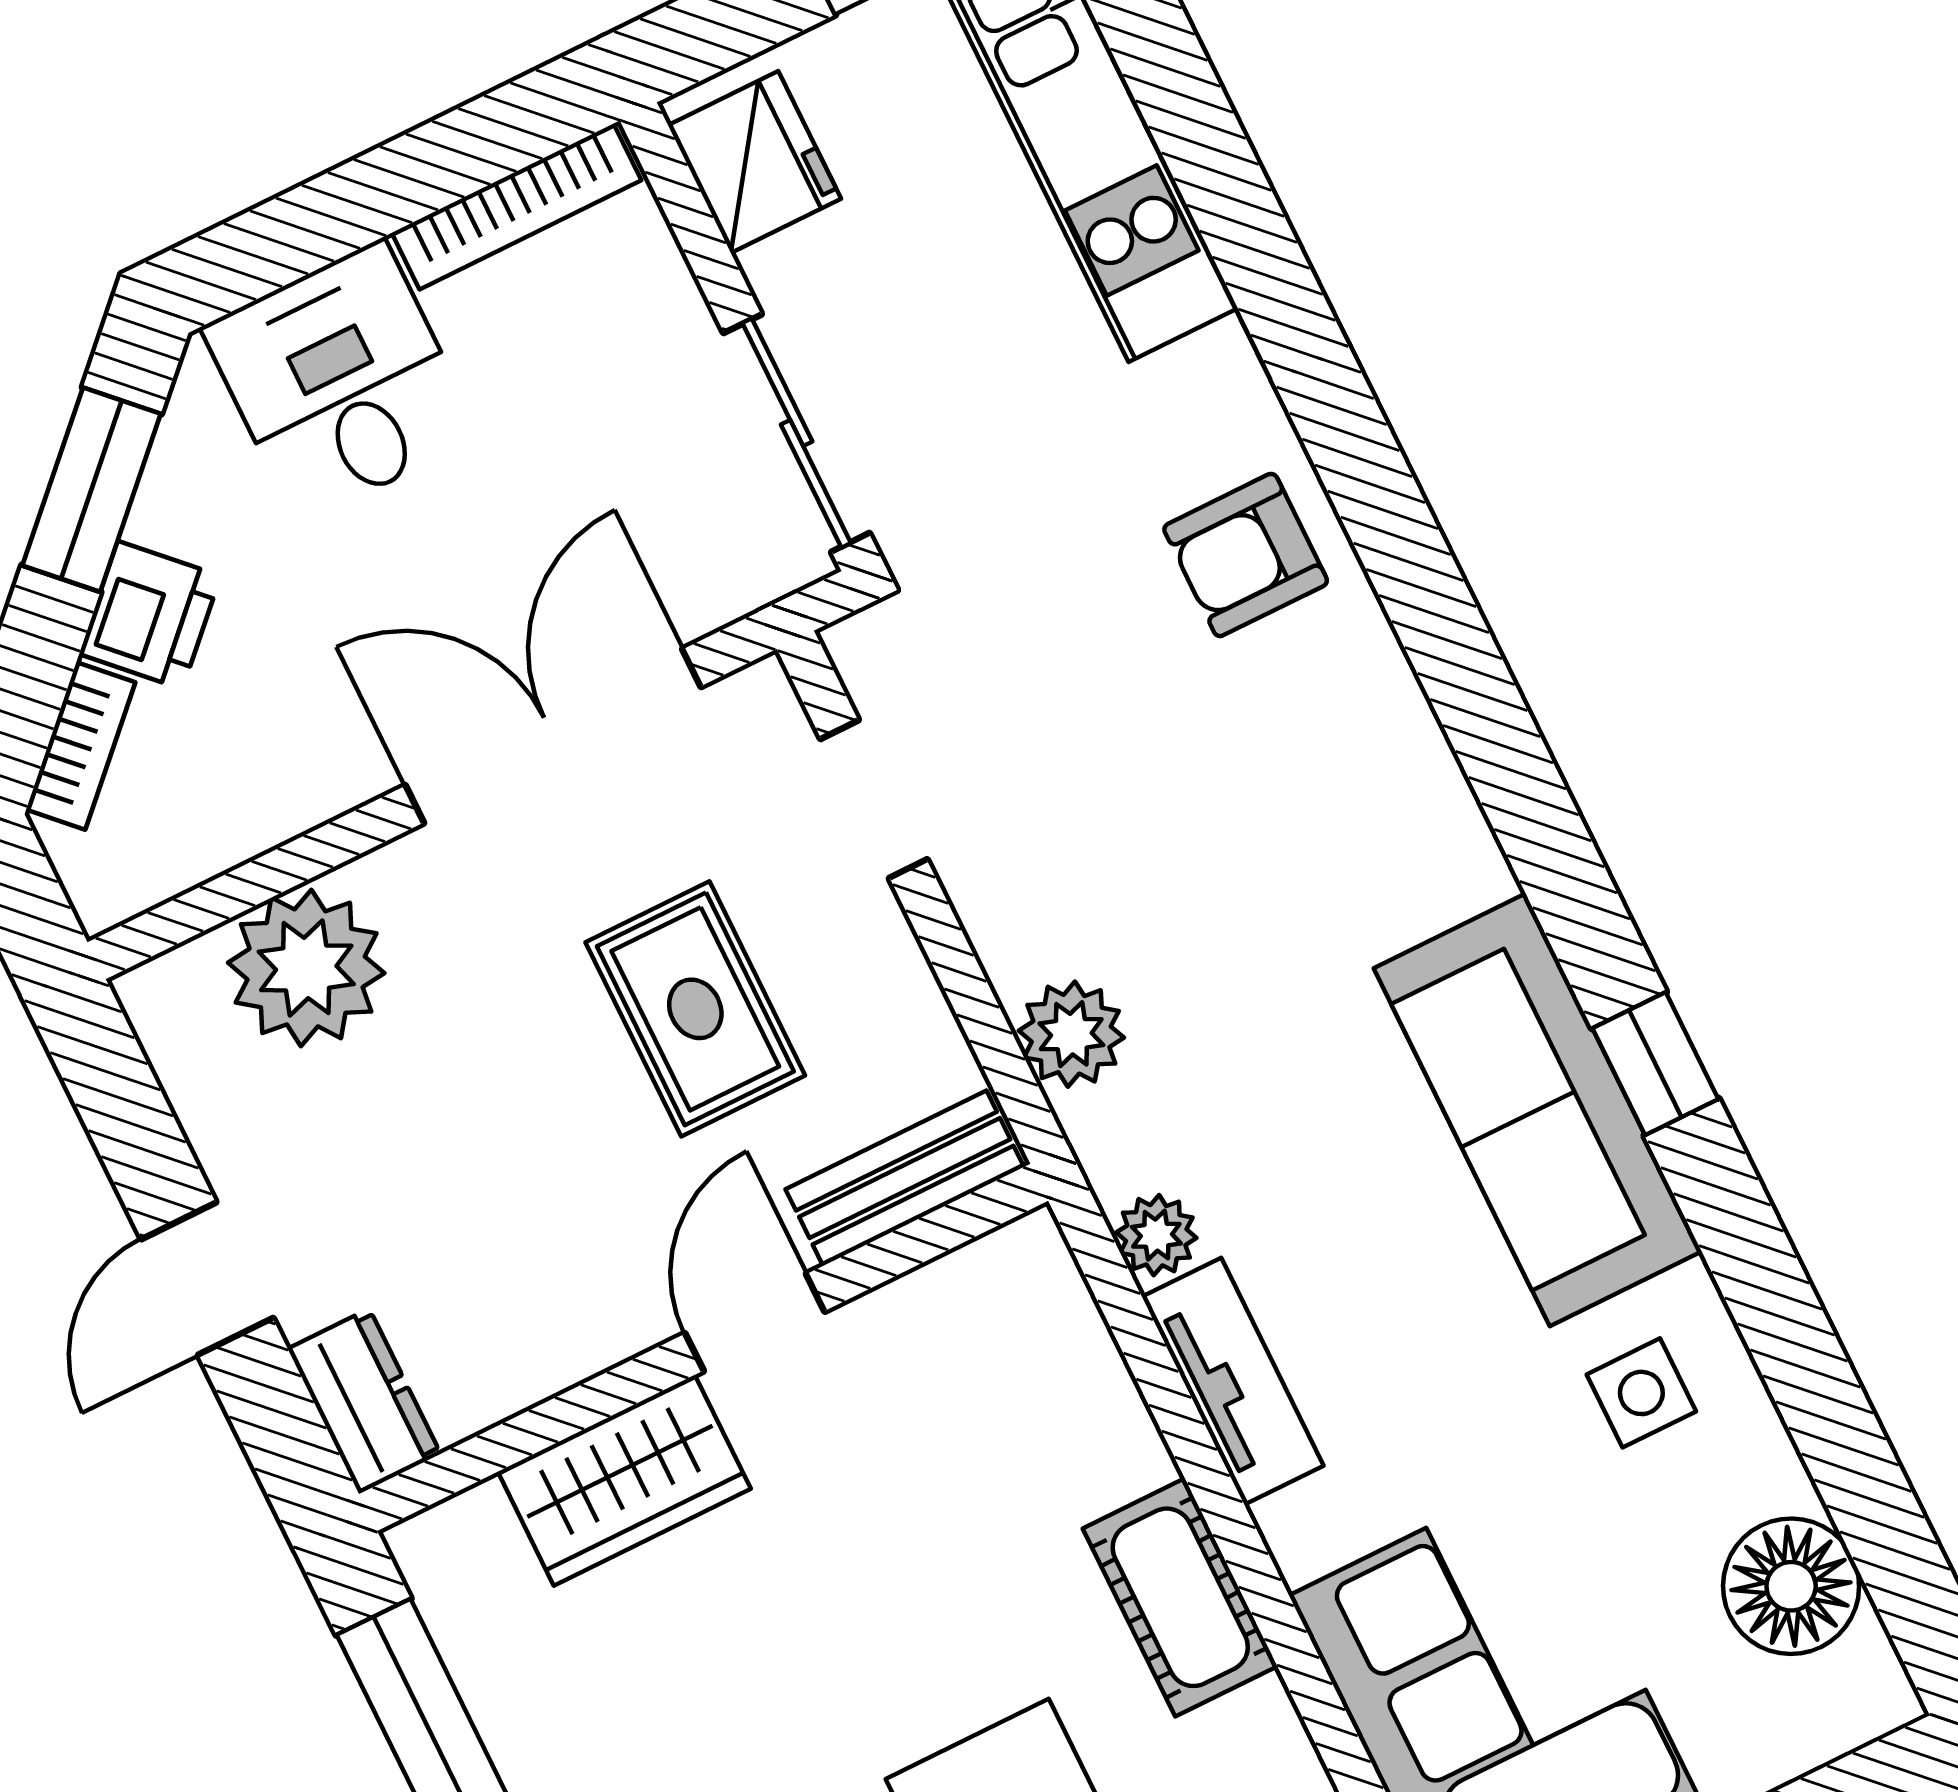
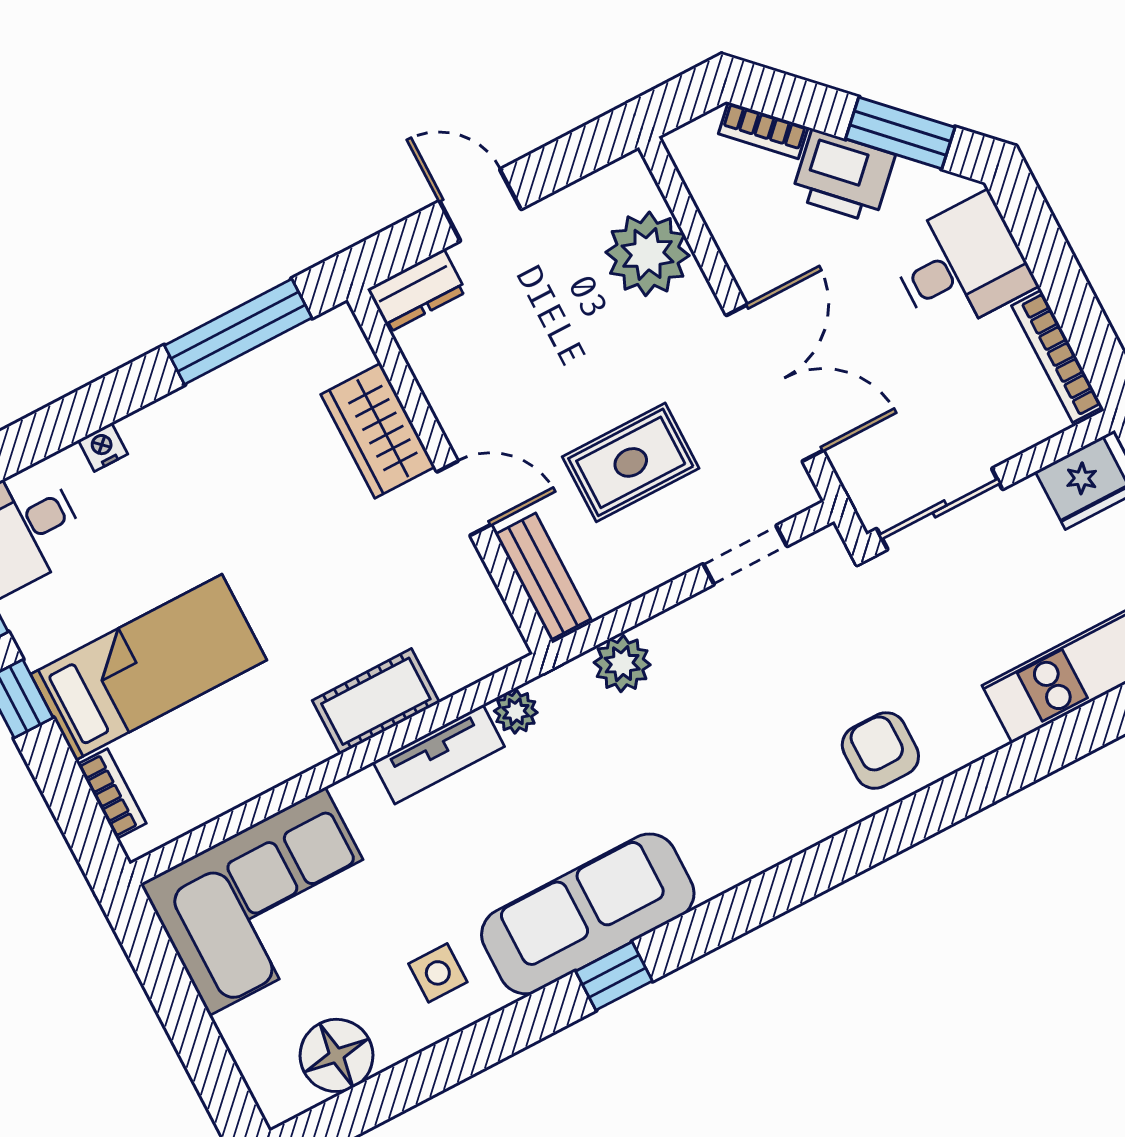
printer: (150, 615) -> (843, 176), width x1.36, depth x1.24
cot: (1180, 1597) -> (376, 701), moved

